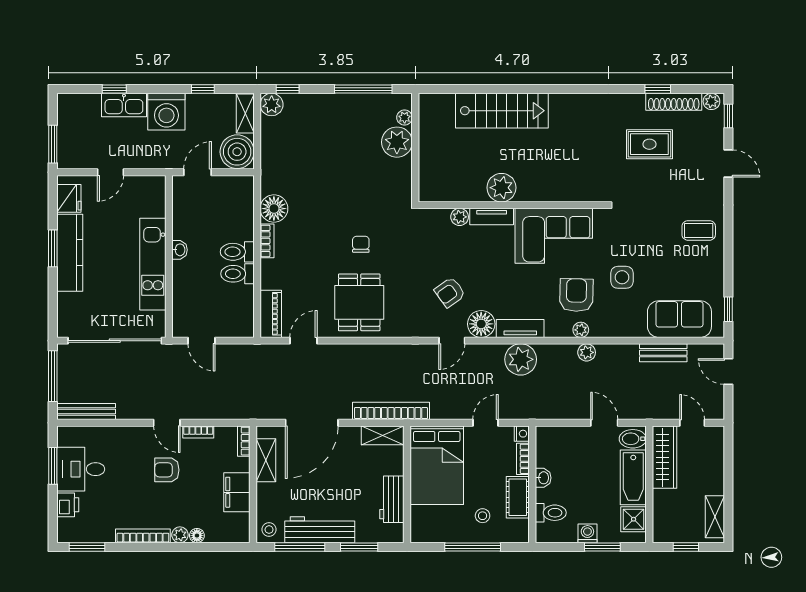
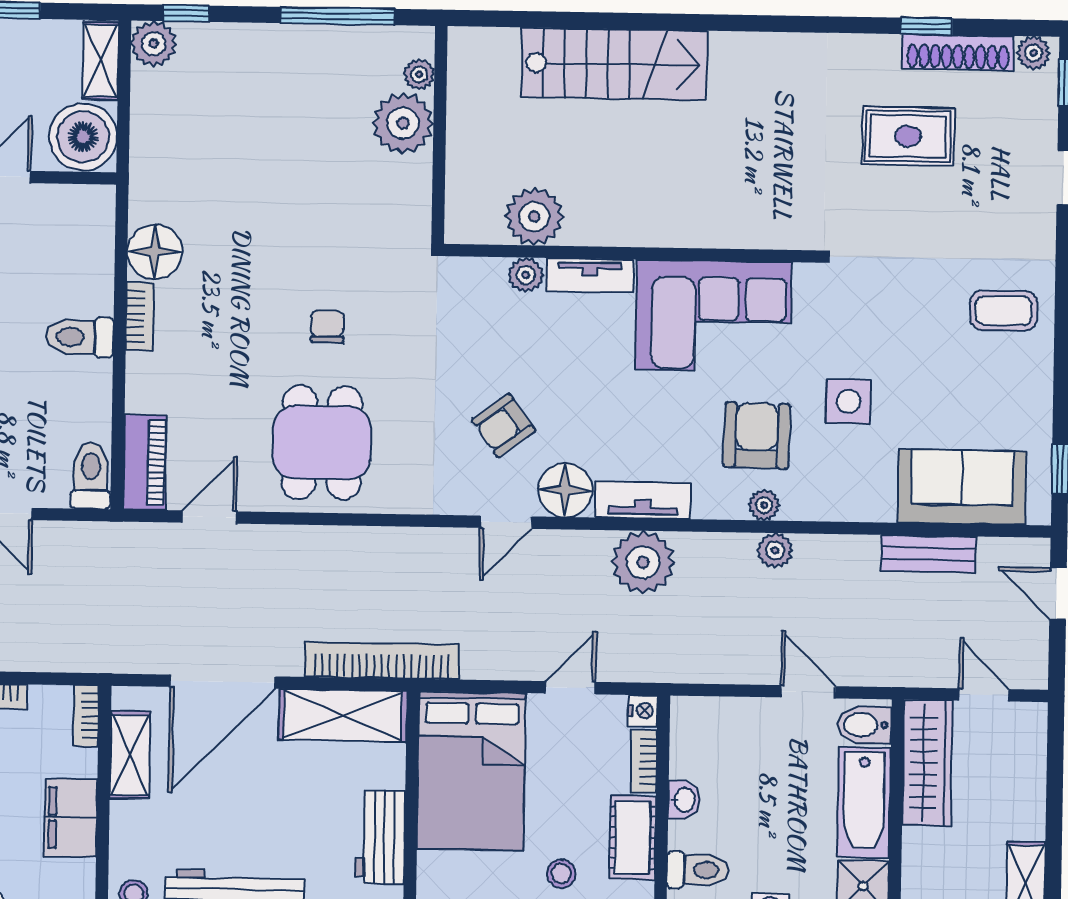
plant: (501, 188) -> (534, 217), moved
toilet: (237, 274) -> (91, 476), moved, turned 90
shelving: (383, 435) -> (343, 715), width x1.50, depth x1.33

